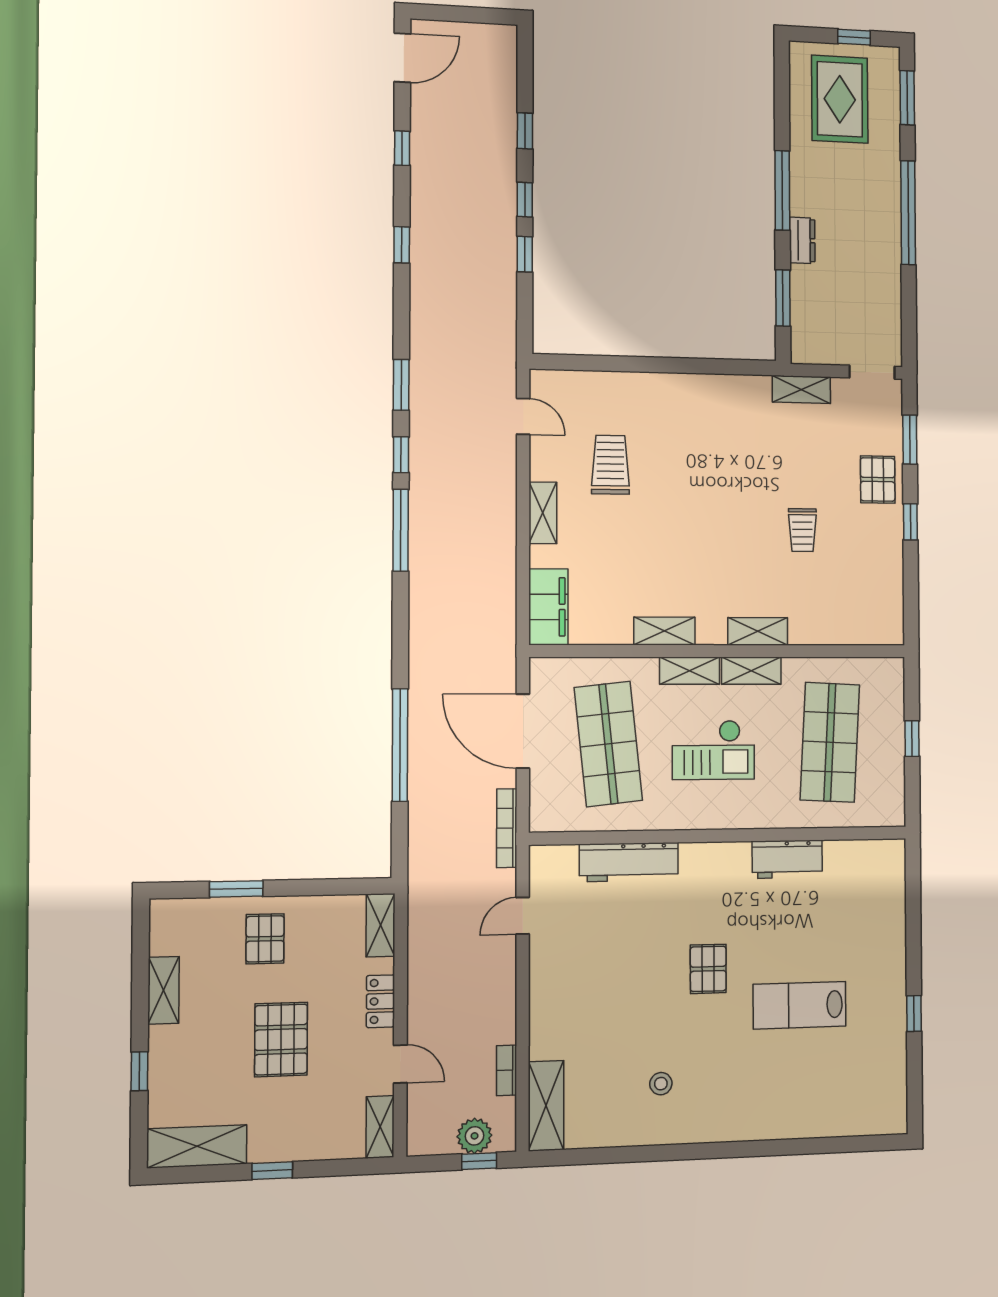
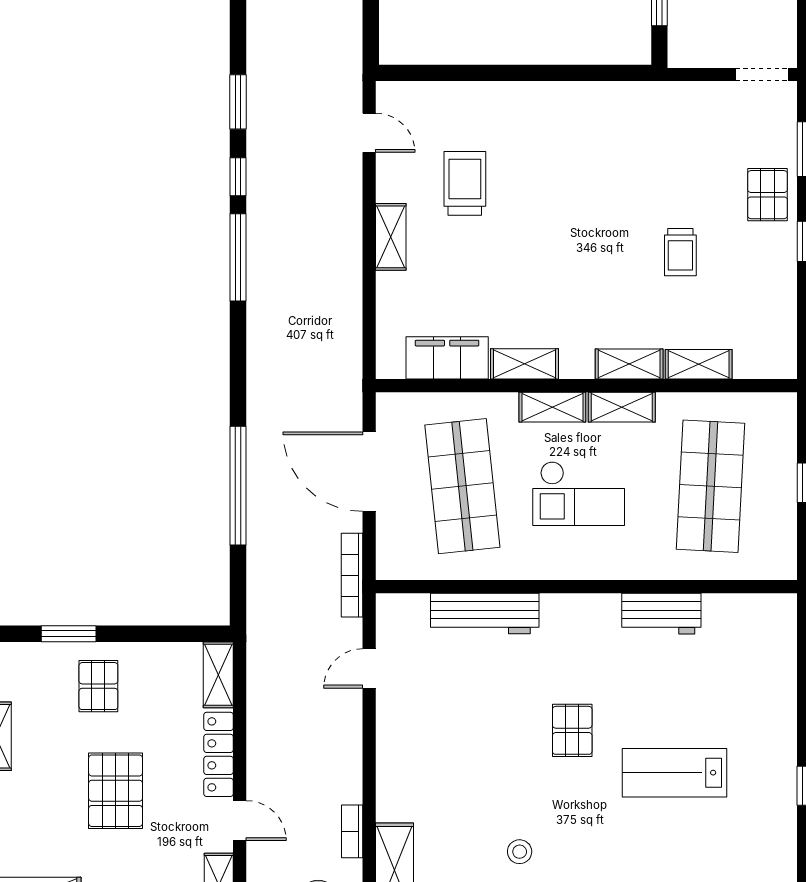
shelving: (801, 389) -> (699, 364), moved
filing cabinet: (548, 607) -> (447, 358), moved, turned -90
locker: (380, 1001) -> (219, 754), width x1.53

